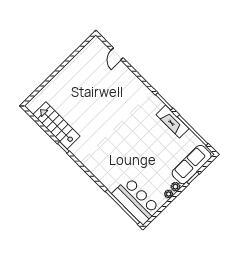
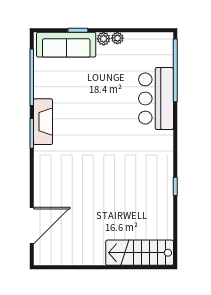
door: (117, 54) -> (32, 226), width x1.87
fireplace: (173, 122) -> (43, 122), moved
stairs: (56, 125) -> (140, 253), moved, turned 90
bar counter: (136, 201) -> (156, 99), moved

